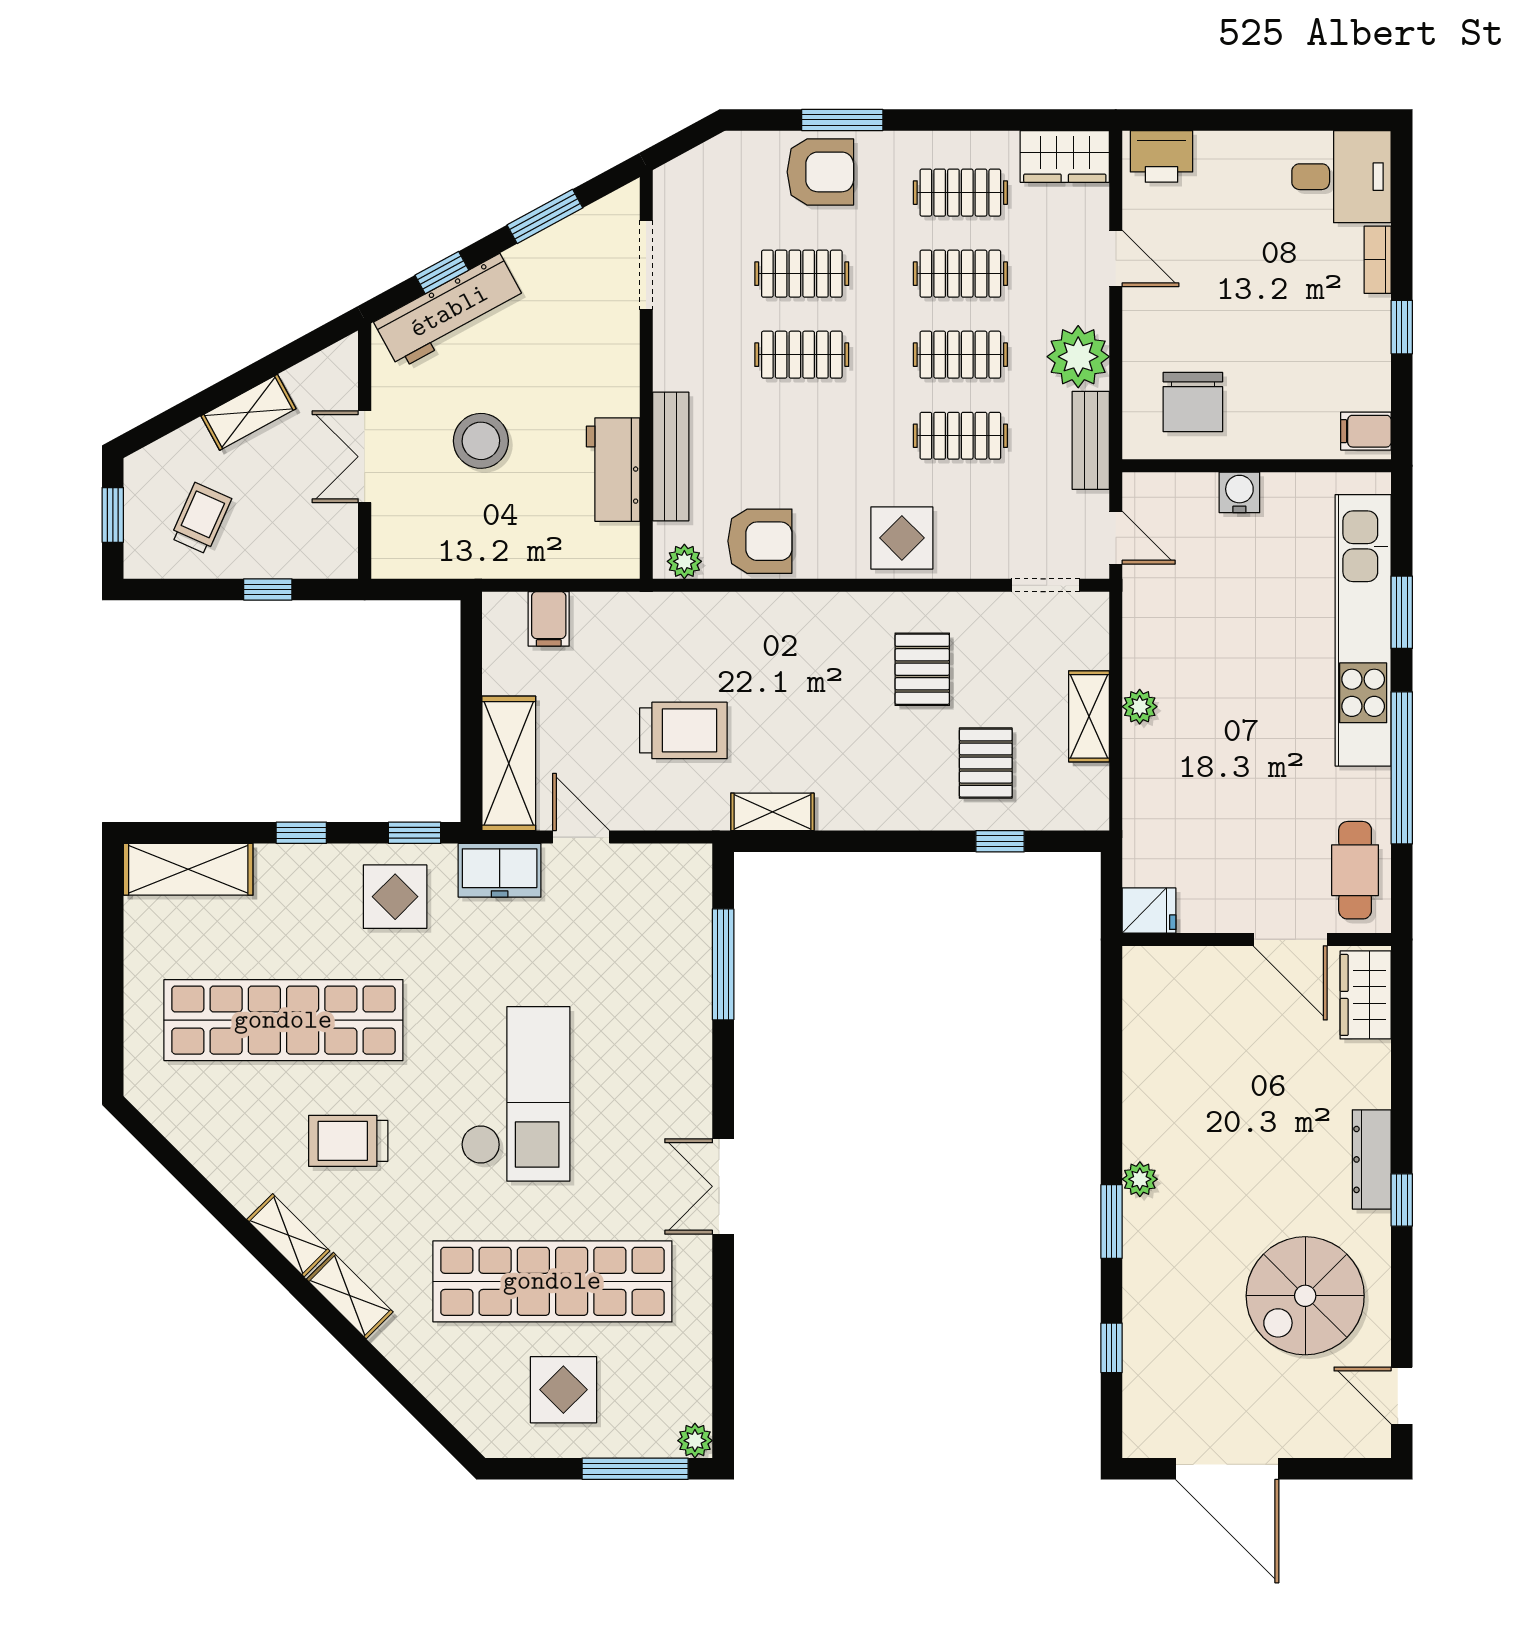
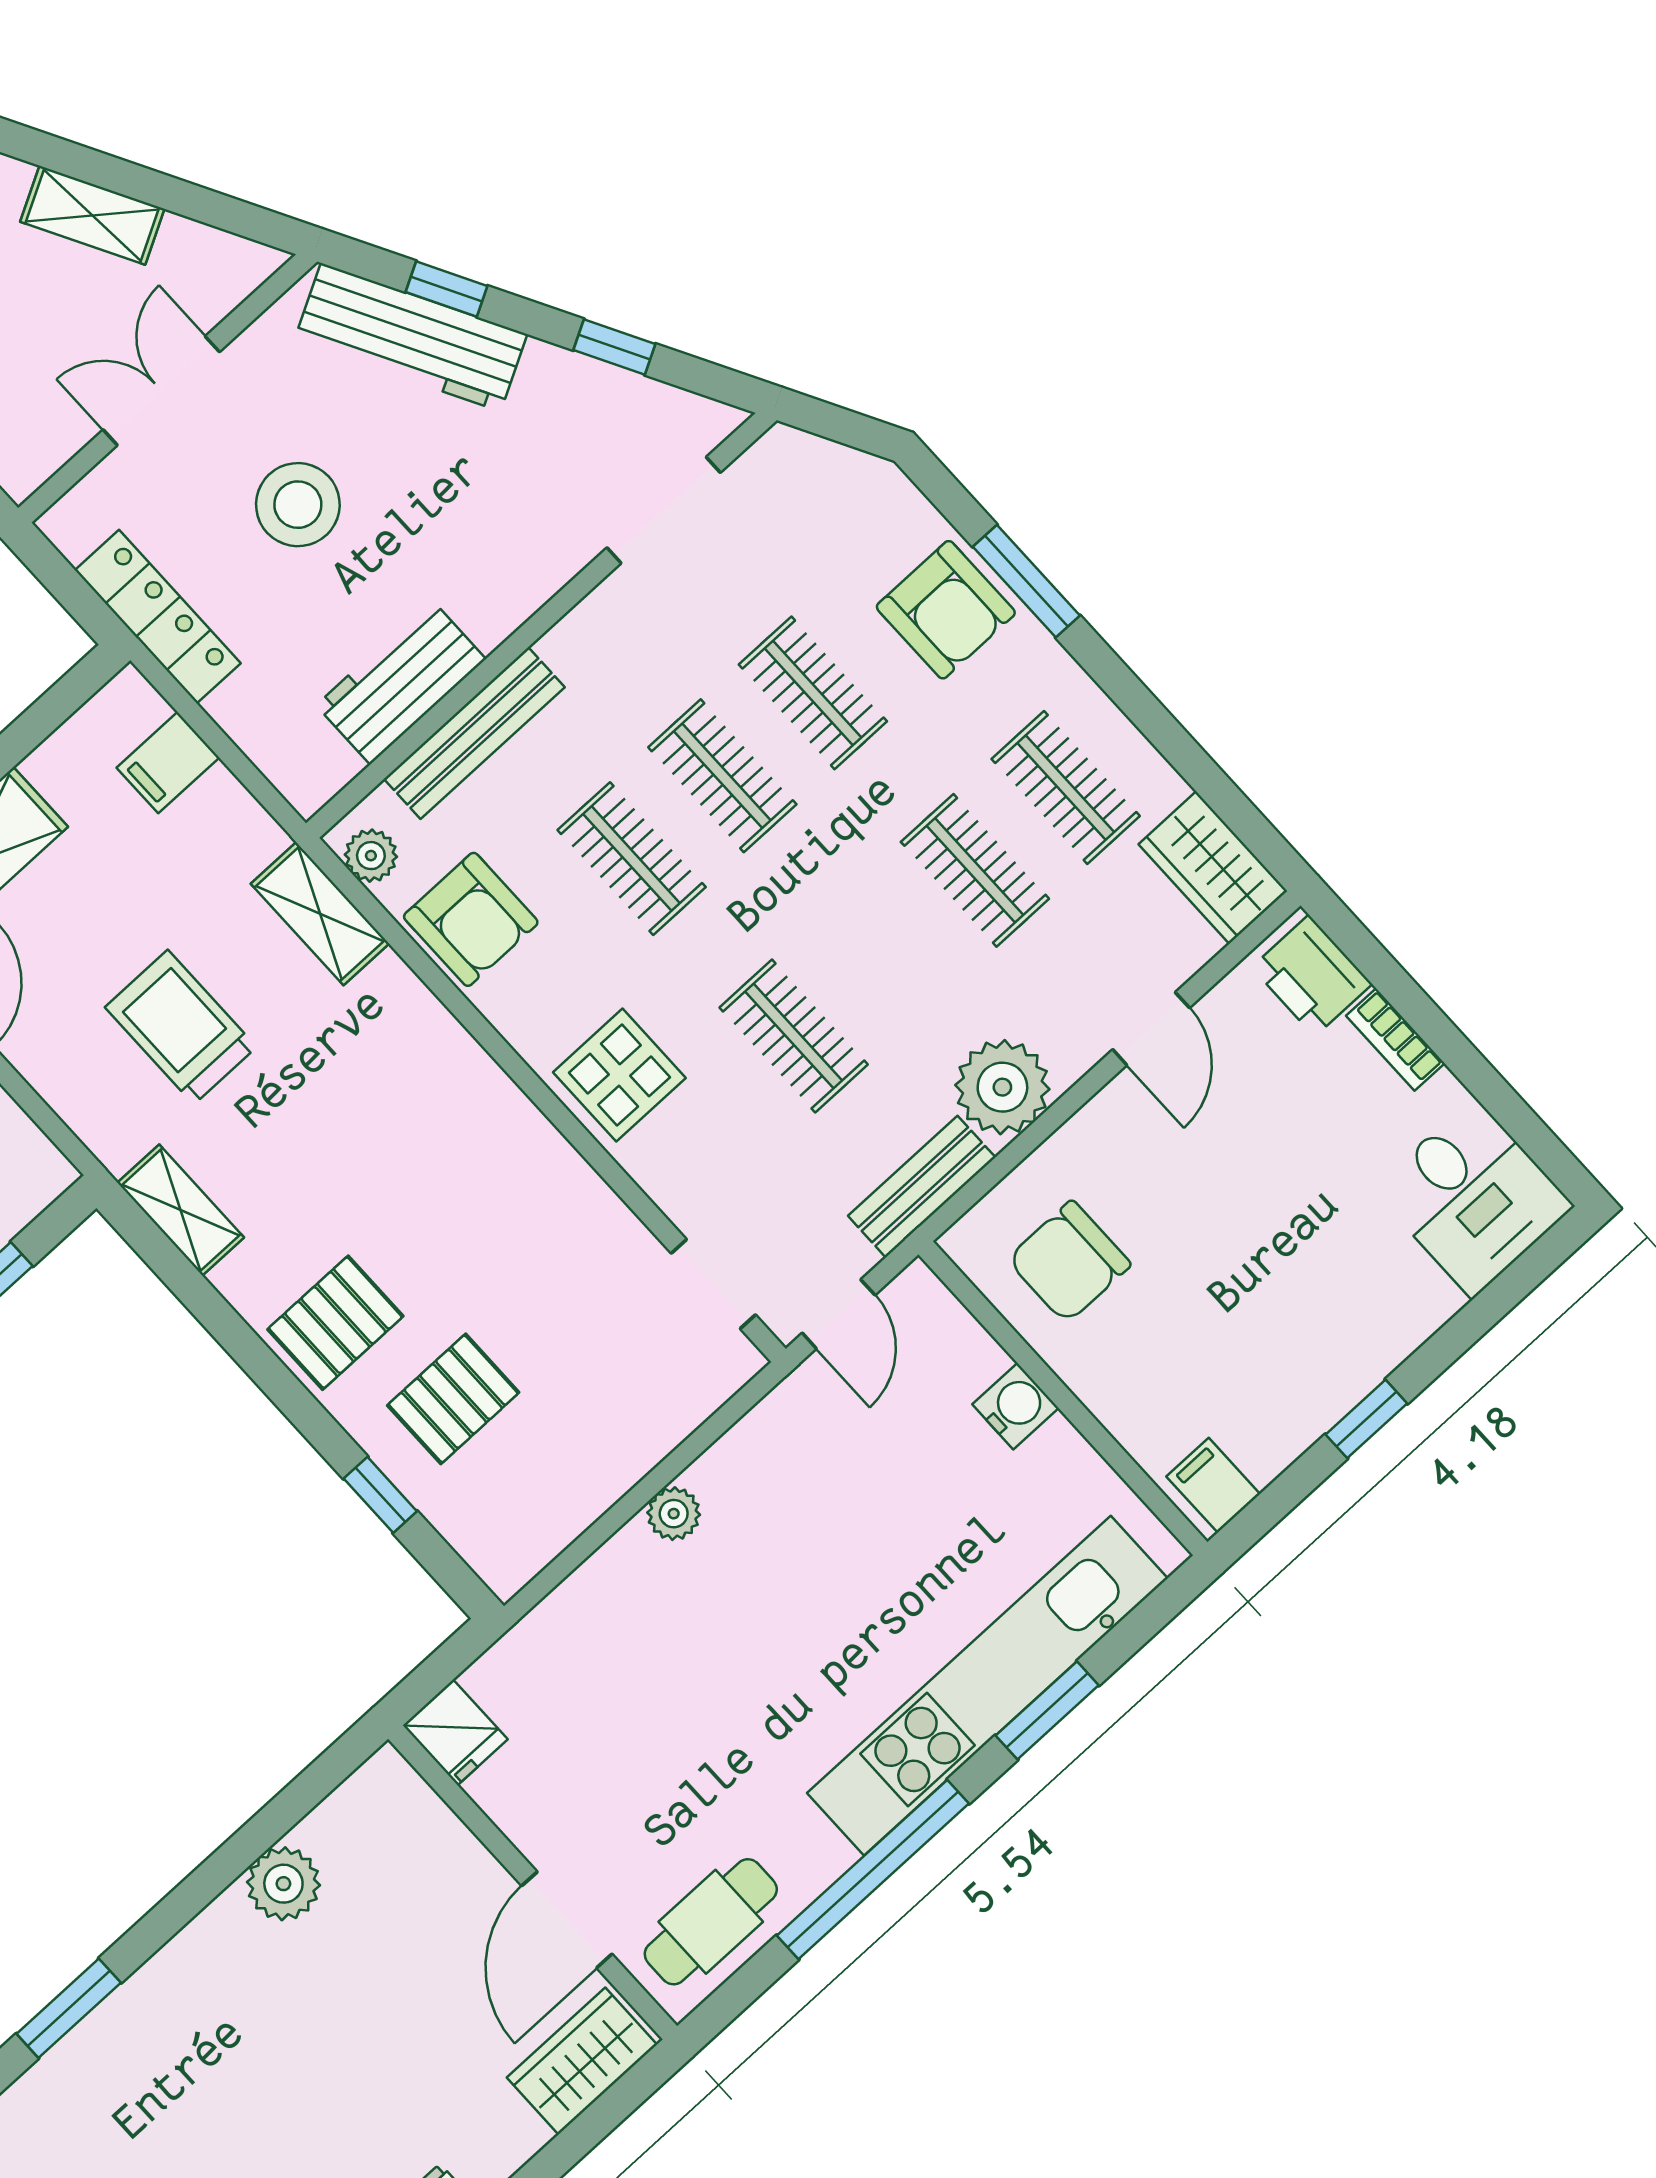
window: (545, 216) -> (614, 347), width x0.67
bookcase: (1378, 260) -> (1395, 1039), moved, turned -90
clothes rail: (960, 355) -> (632, 859), moved
locker: (473, 559) -> (158, 617), added
pallet: (922, 669) -> (335, 1323), moved
shelving: (1089, 716) -> (320, 914), moved, turned 90
trolley: (683, 730) -> (181, 1027), turned 180
plant: (1140, 1179) -> (283, 1884), moved, width x1.38, depth x1.38

